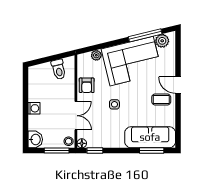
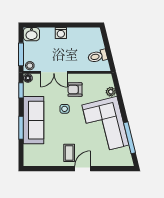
plant: (162, 41) -> (124, 154), removed
armchair: (87, 85) -> (75, 90), moved
sofa: (150, 137) -> (34, 120), moved
window: (152, 151) -> (21, 128), moved

